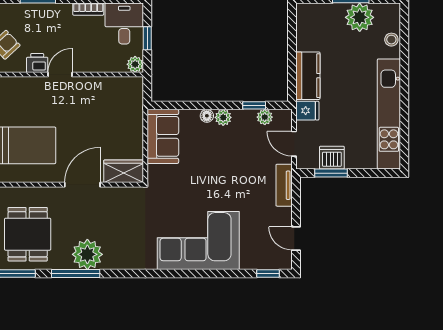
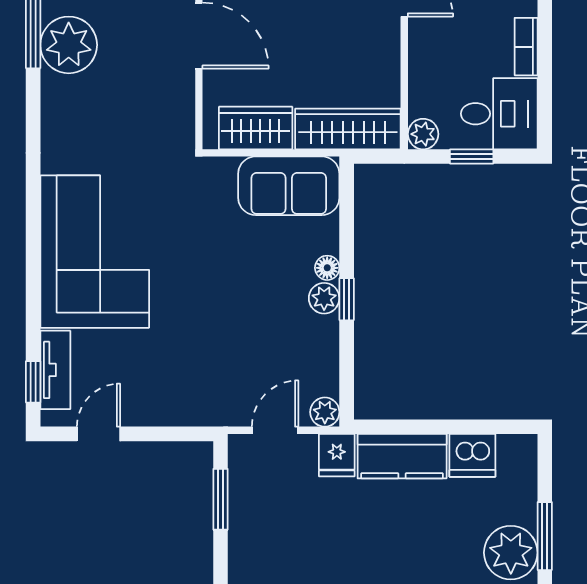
wardrobe: (132, 105) -> (348, 129), added
window: (254, 105) -> (347, 299), moved
plant: (265, 117) -> (325, 412), moved
dishwasher: (332, 158) -> (472, 455), moved, turned 90
wardrobe: (124, 171) -> (256, 128), moved, turned -90
tv unit: (284, 185) -> (55, 370), moved, turned 90

